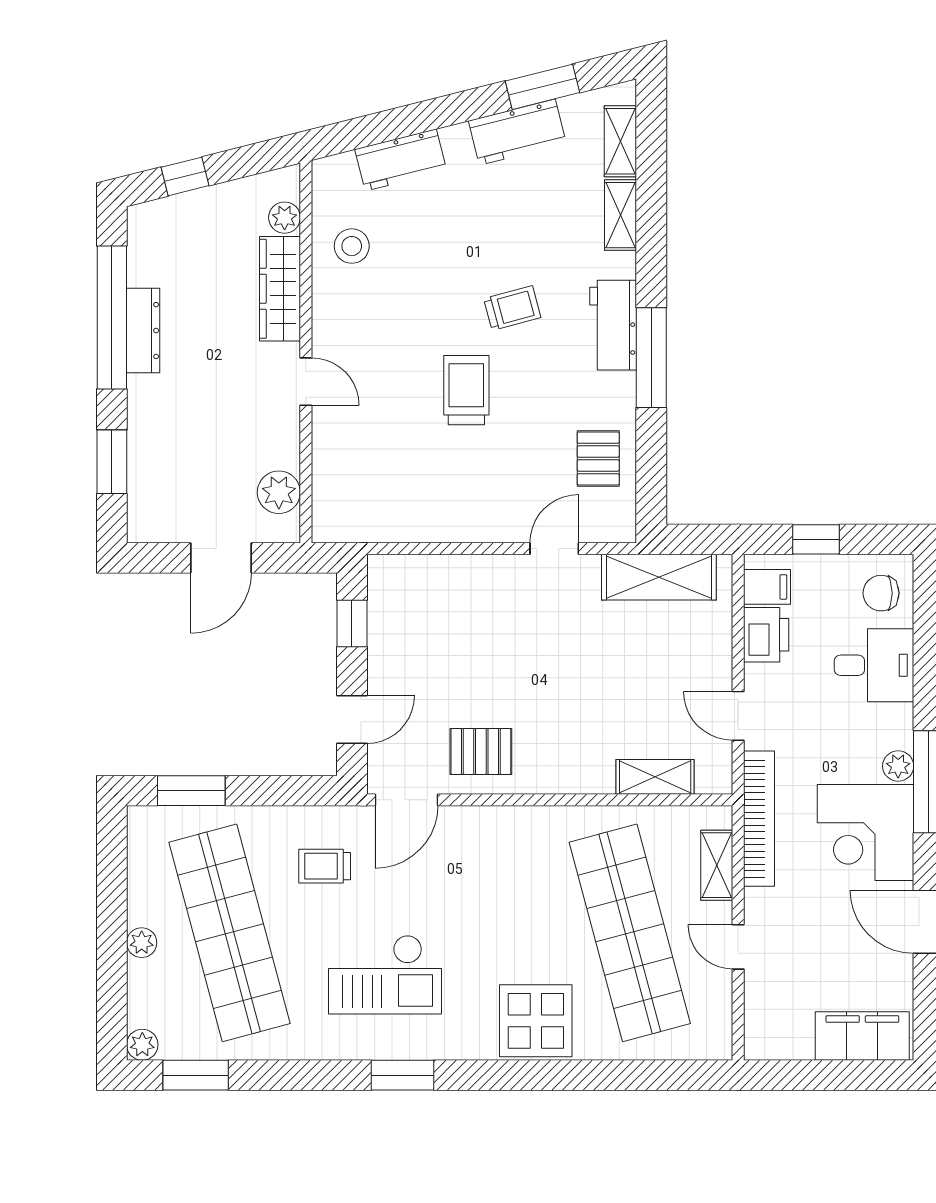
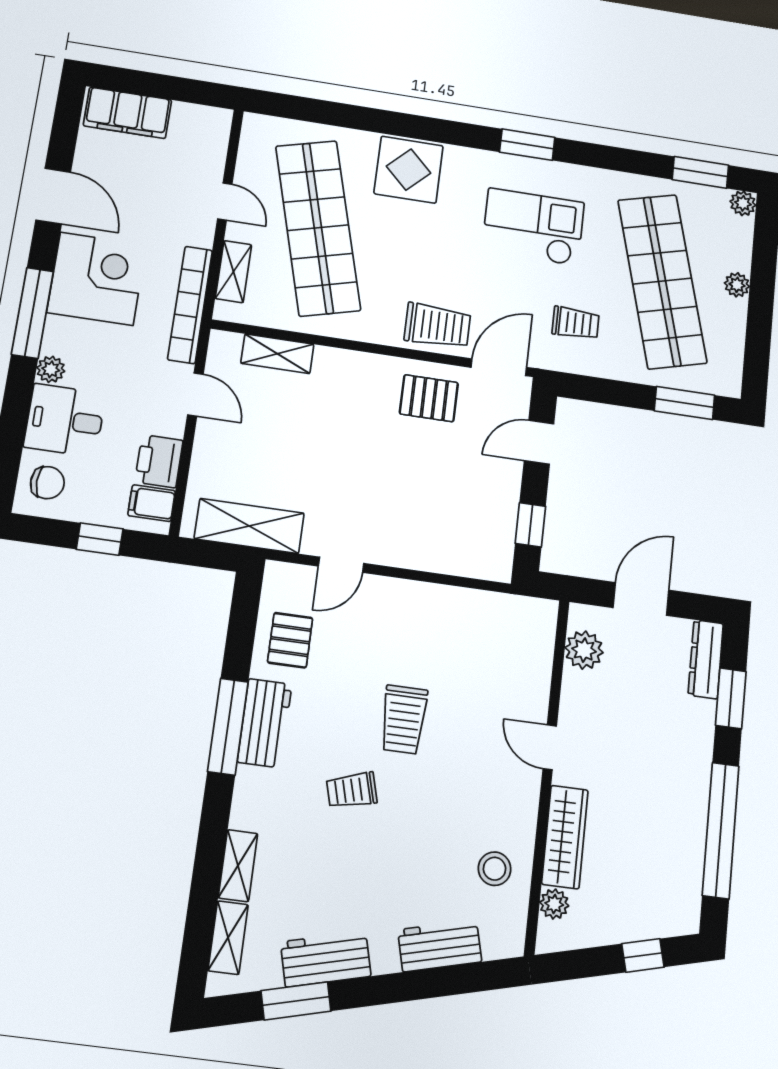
workbench: (613, 325) -> (265, 723), moved
dresser: (143, 331) -> (706, 659), moved
plant: (898, 766) -> (51, 369), moved
trolley: (481, 838) -> (437, 326), added

